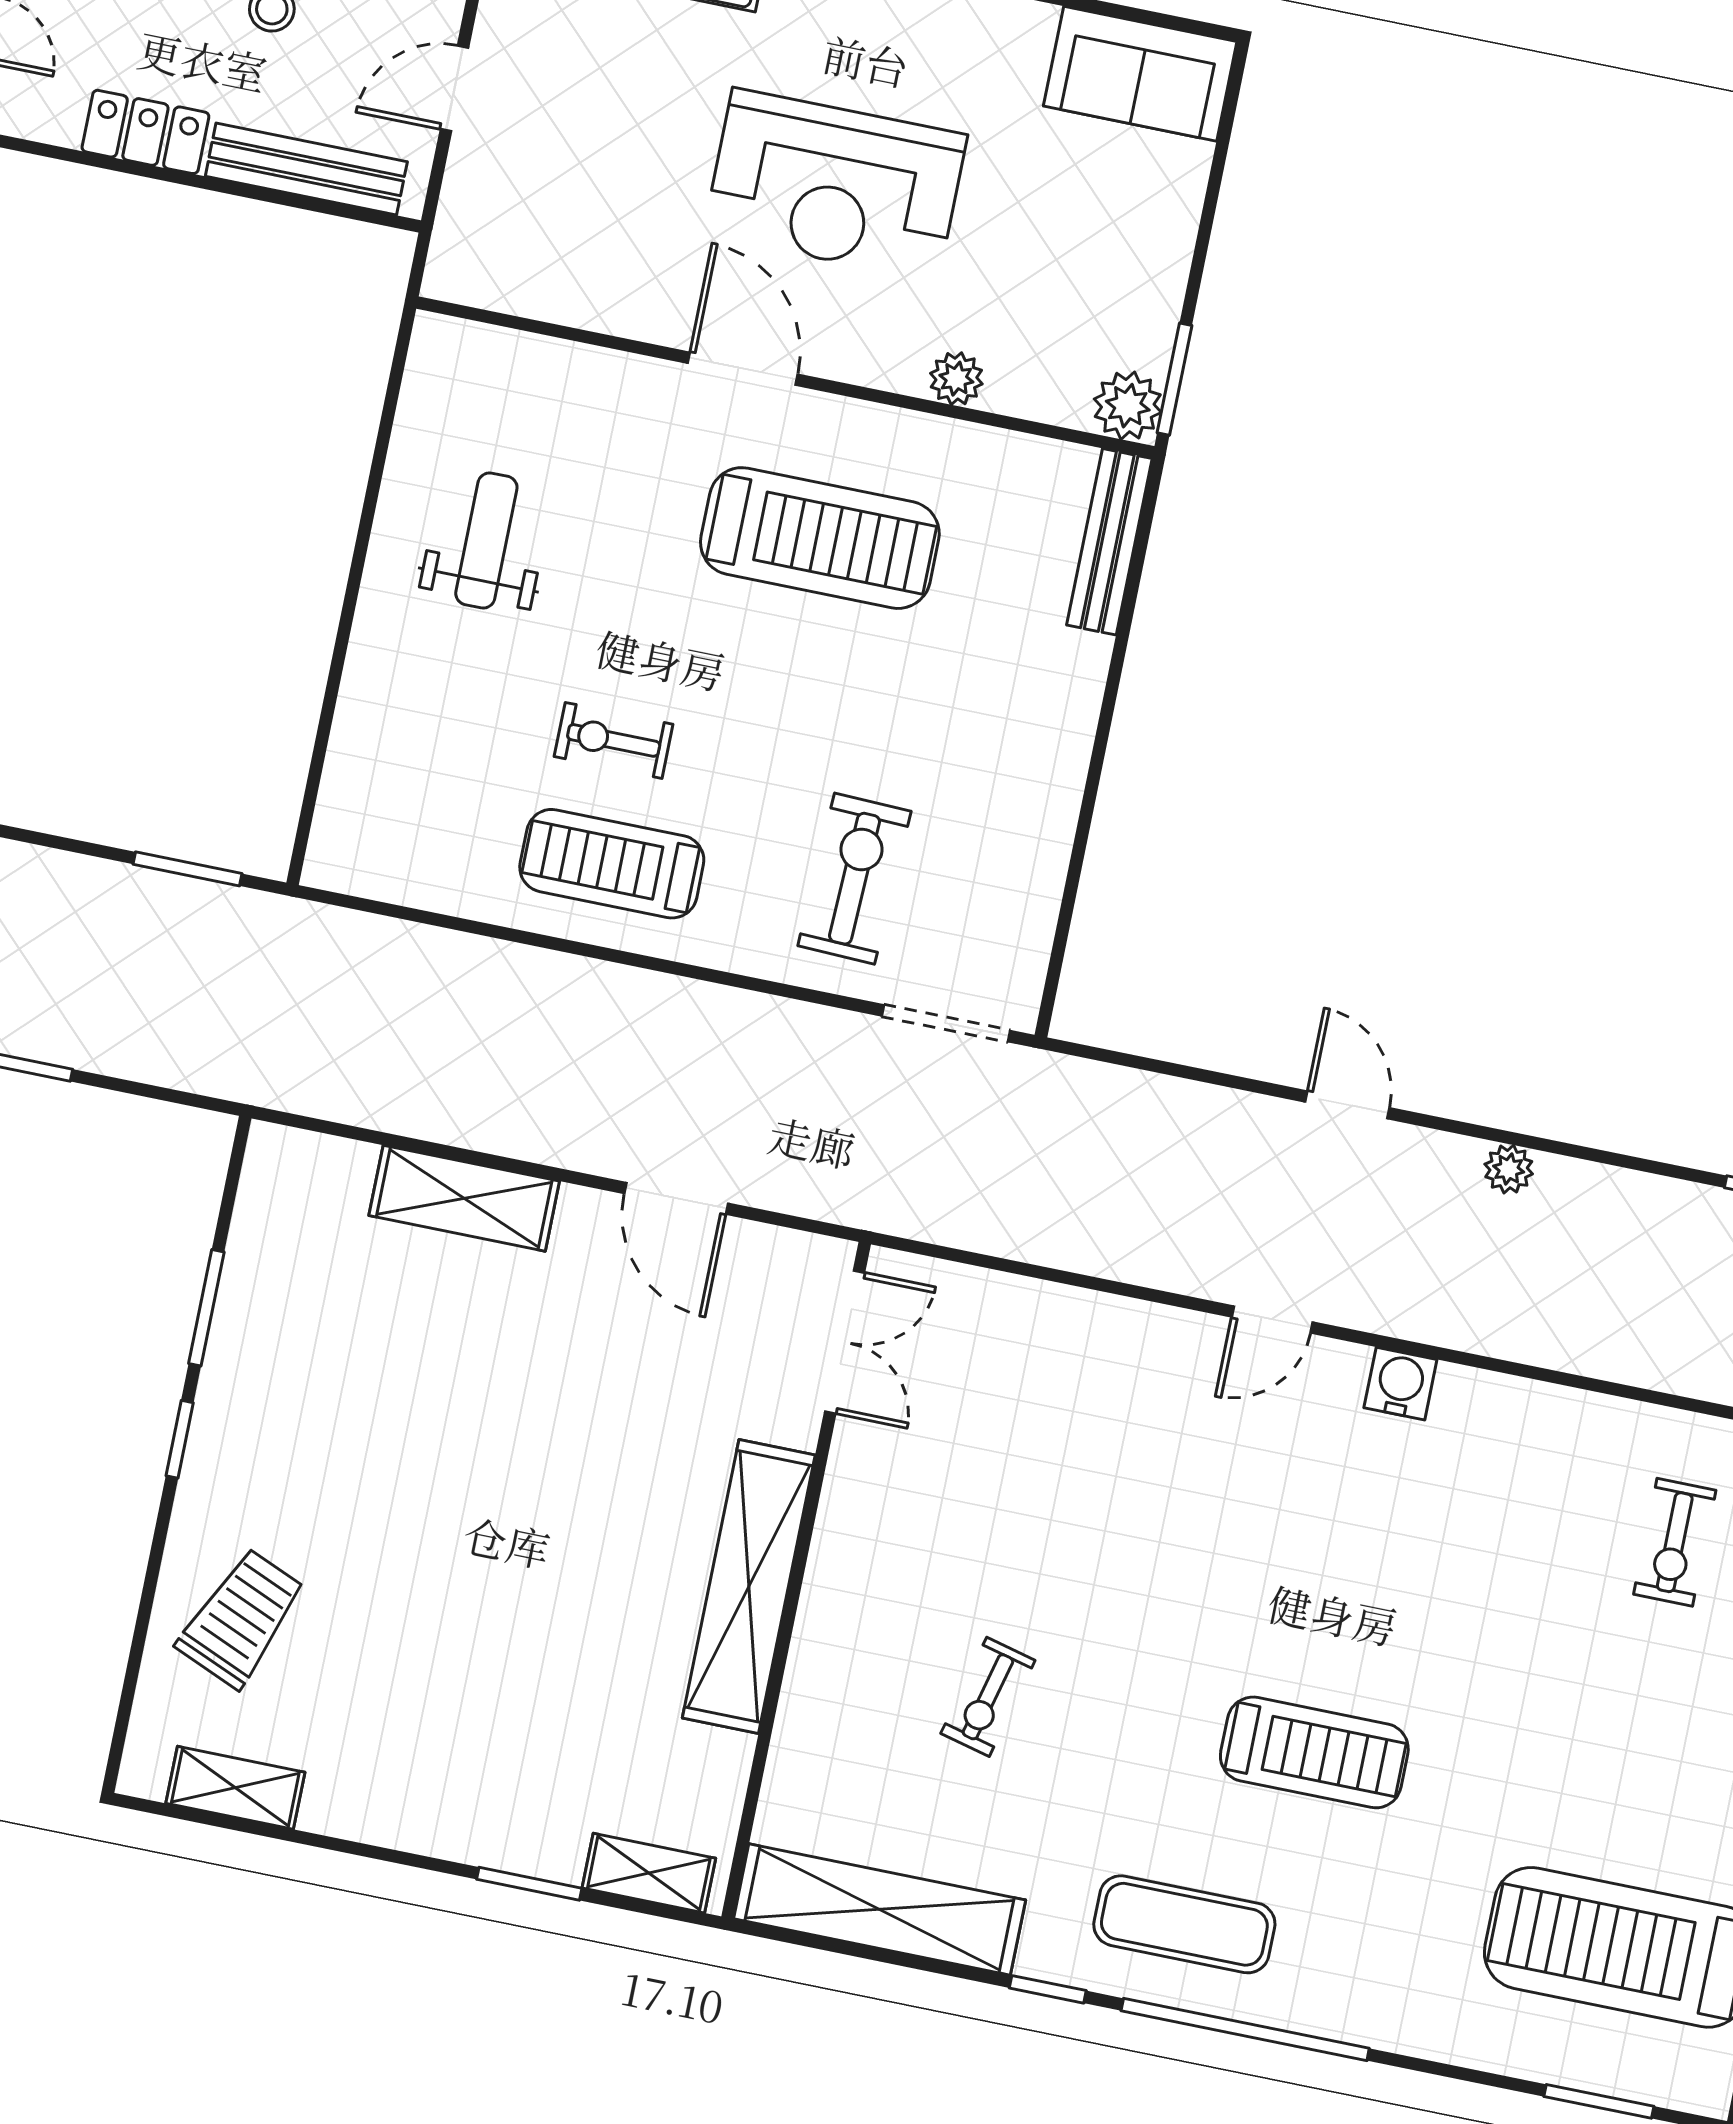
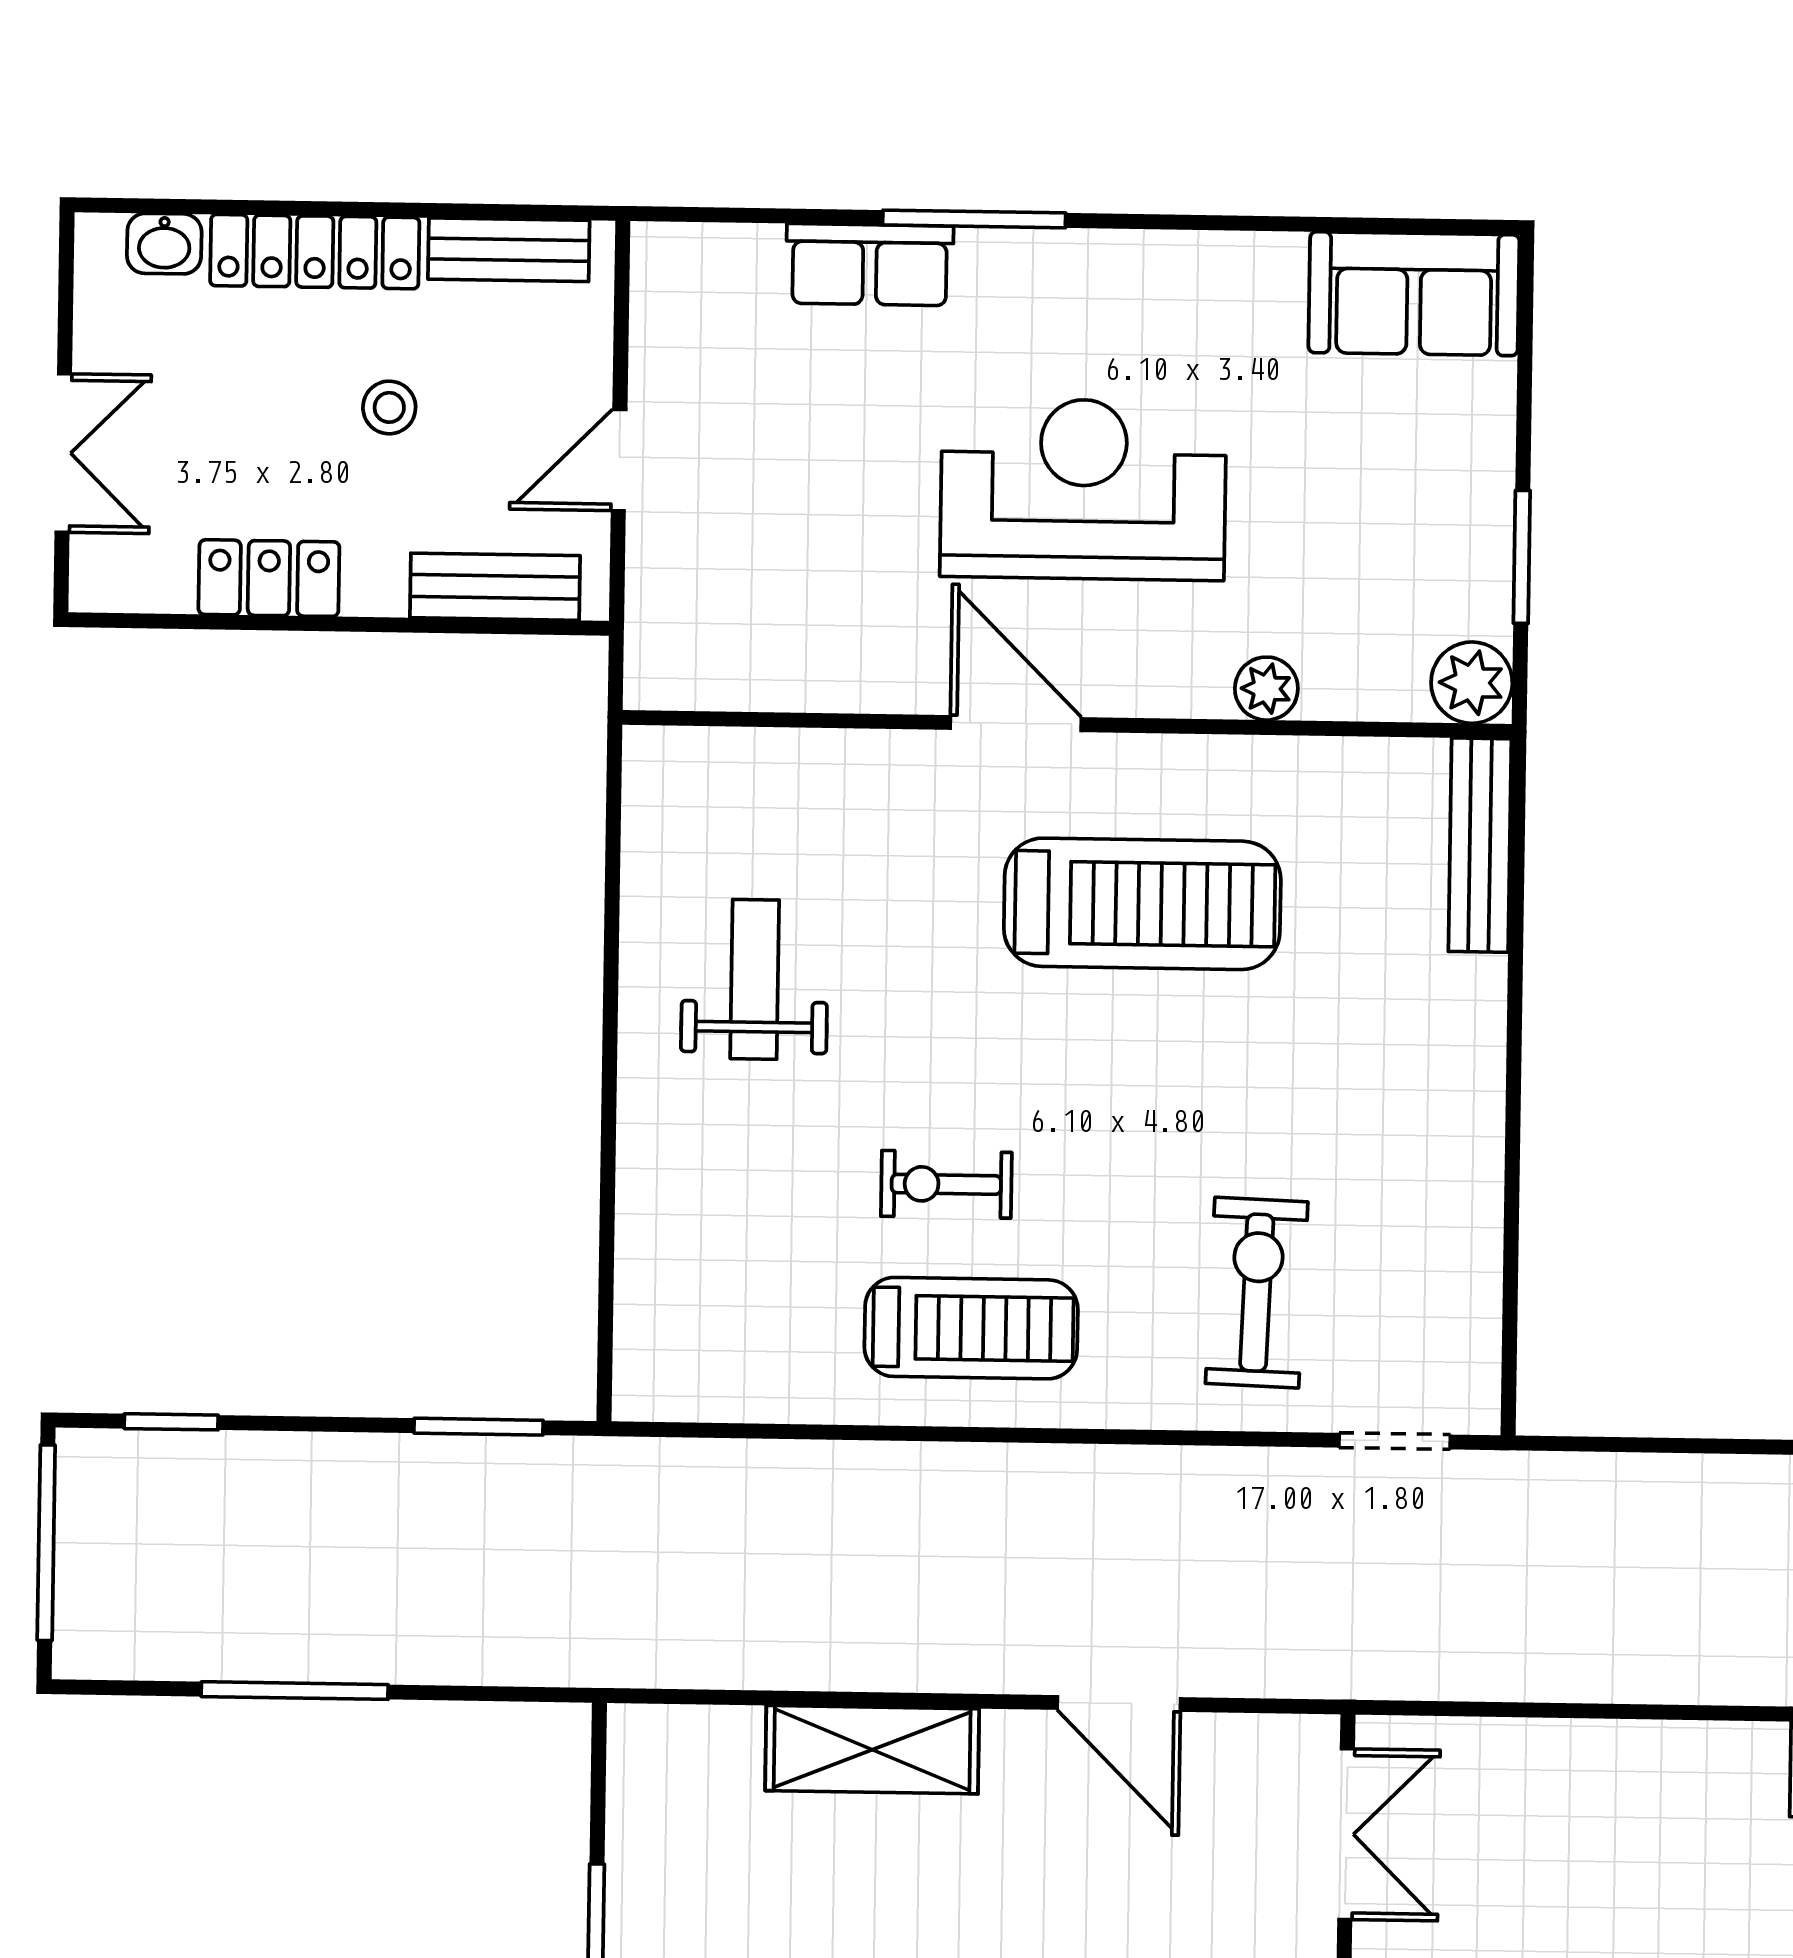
bench: (306, 169) -> (495, 587), width x0.73
reception desk: (835, 185) -> (1083, 489), turned 180
window: (1175, 379) -> (1522, 557), moved
treadmill: (612, 864) -> (971, 1328), turned 180
doorway: (946, 1023) -> (1395, 1441), width x0.73

